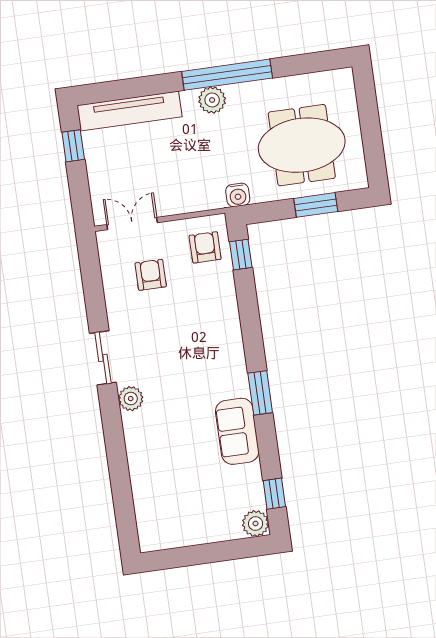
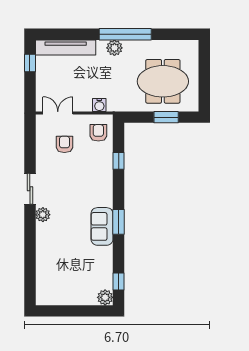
water cooler: (238, 195) -> (99, 105), moved
window: (241, 255) -> (119, 161), moved
sofa: (237, 431) -> (102, 226), moved

